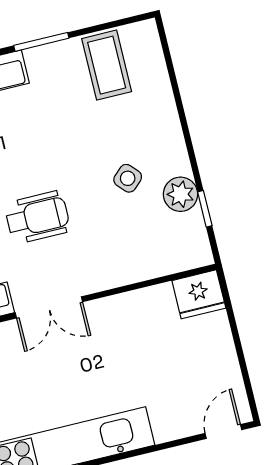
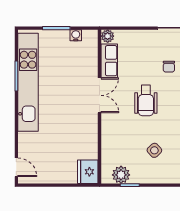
plant: (180, 194) -> (121, 175), moved
double door: (49, 307) -> (100, 95), swing flipped

